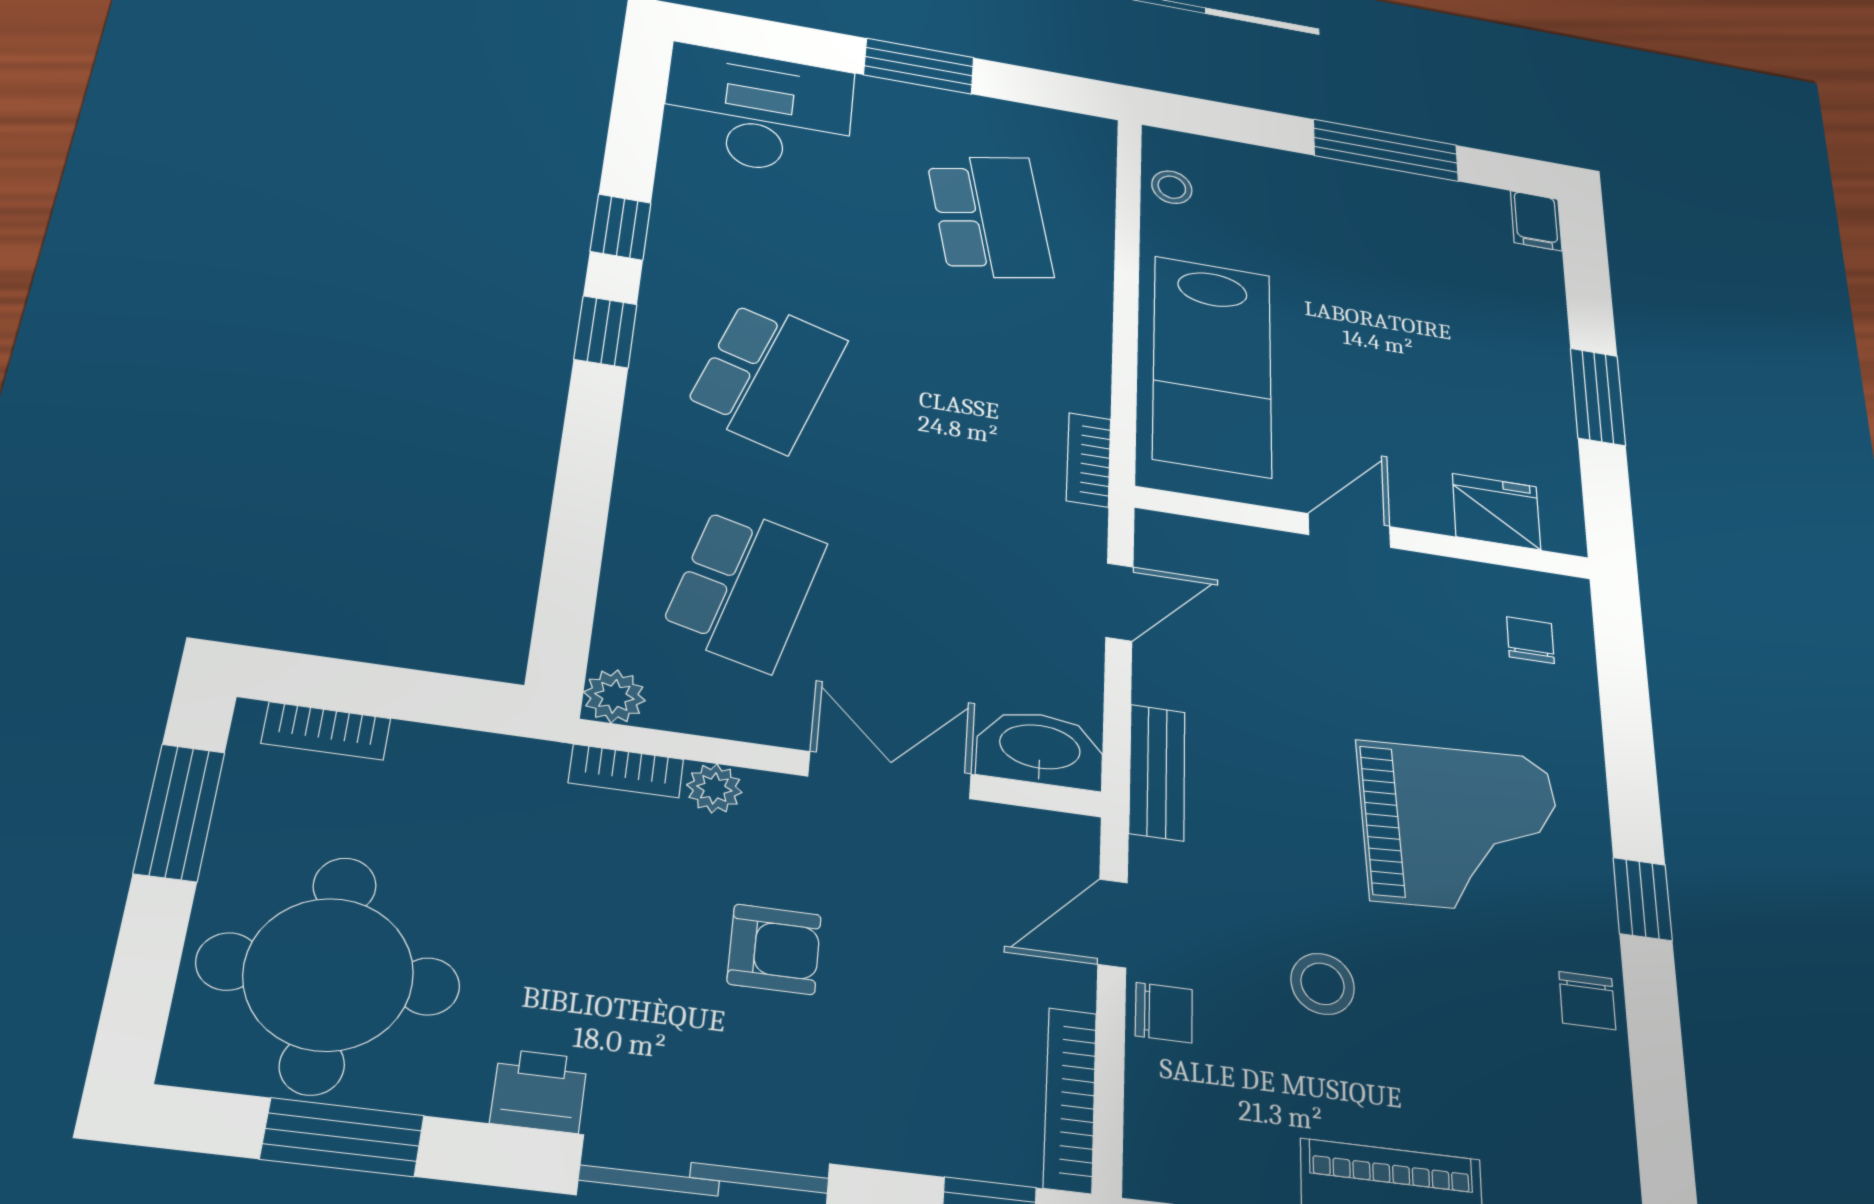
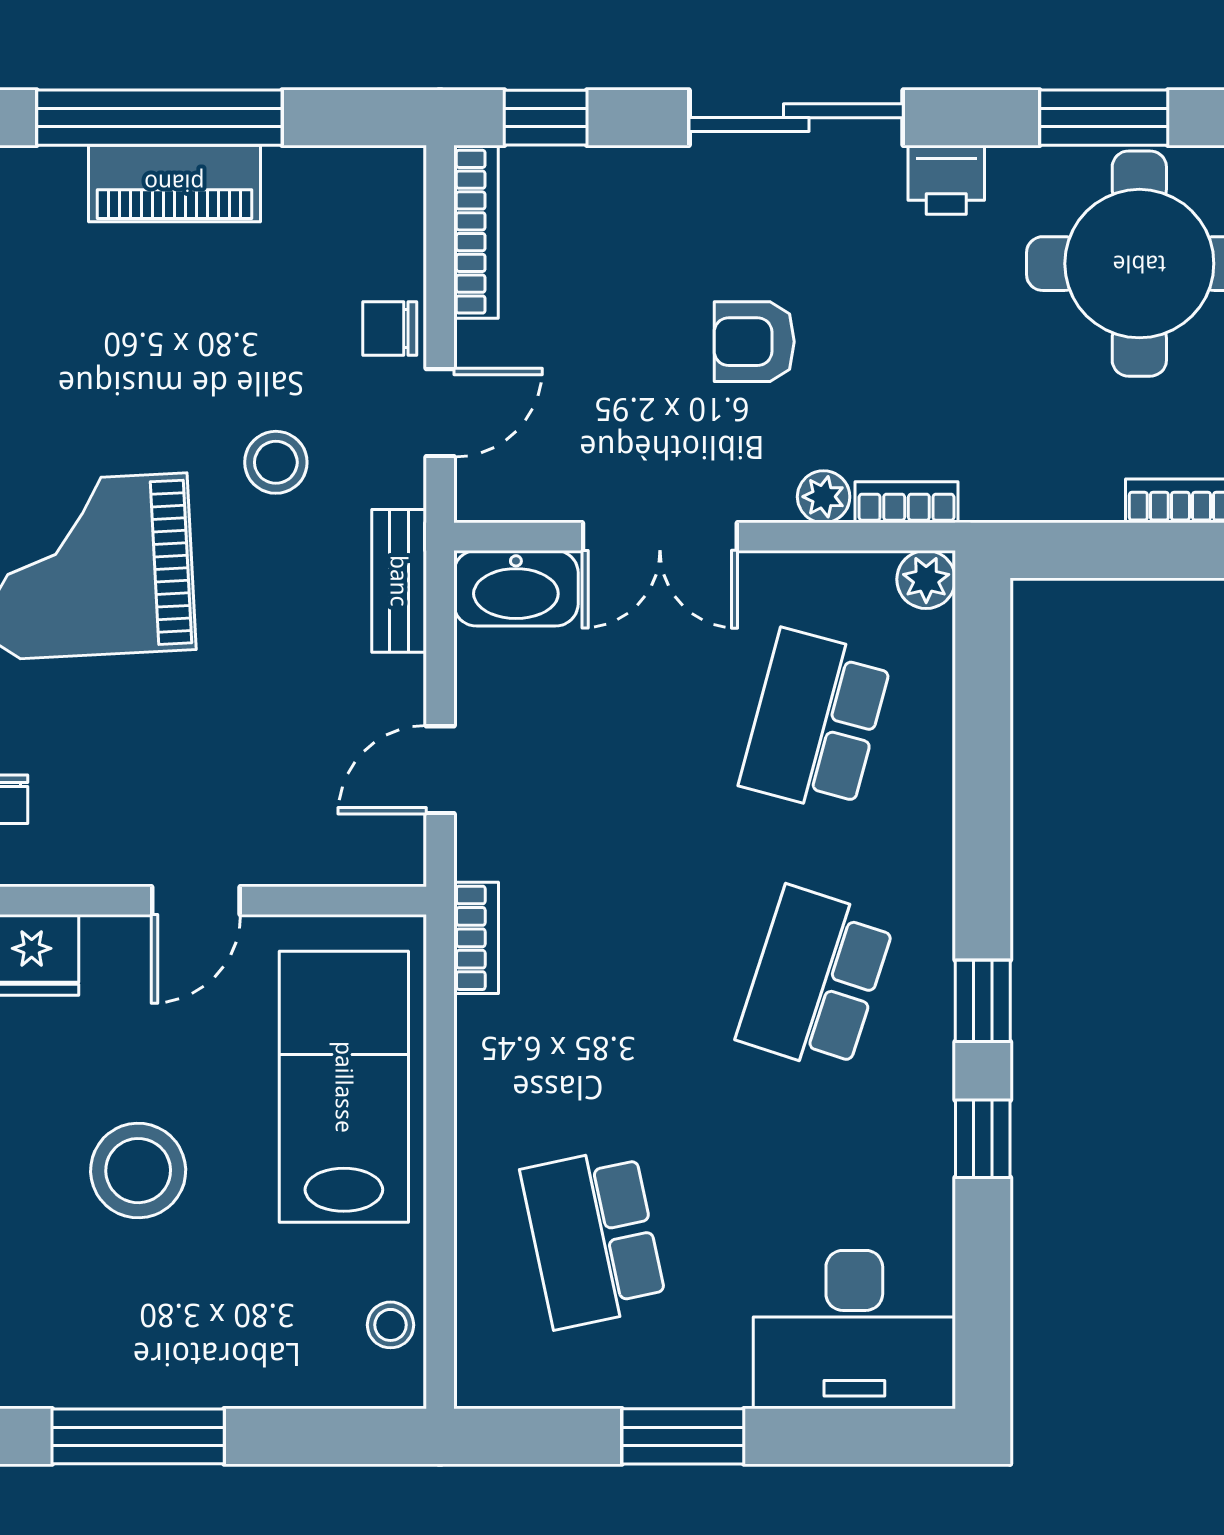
stool: (1394, 334) -> (138, 1171), added
stool: (1323, 984) -> (276, 462), moved

